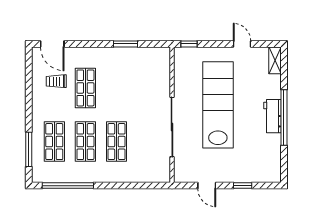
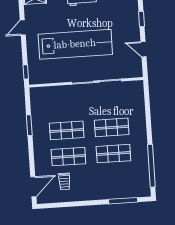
lab bench: (218, 105) -> (75, 44), turned 180
shop shelf: (54, 142) -> (67, 130), moved
door: (207, 186) -> (144, 49), swing flipped

